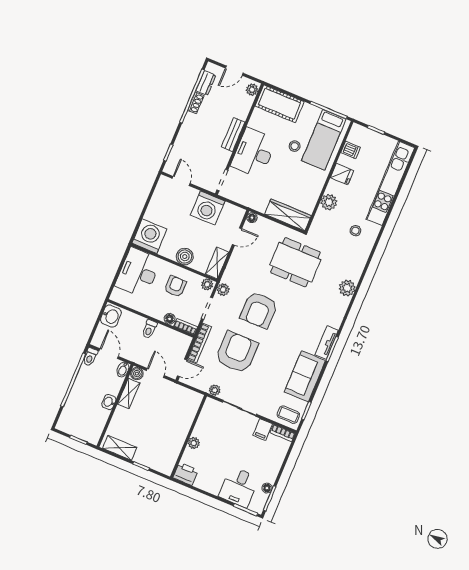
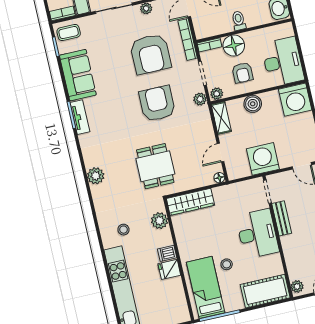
bench: (233, 135) -> (282, 218), moved
dishwasher: (351, 150) -> (167, 253), moved
plant: (329, 202) -> (160, 221), moved
dining table: (295, 262) -> (155, 166), width x0.73
floor lamp: (170, 319) -> (234, 45), width x1.89, depth x1.89

